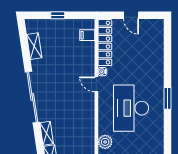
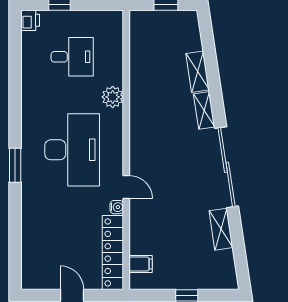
shelving: (34, 46) -> (221, 229), moved

